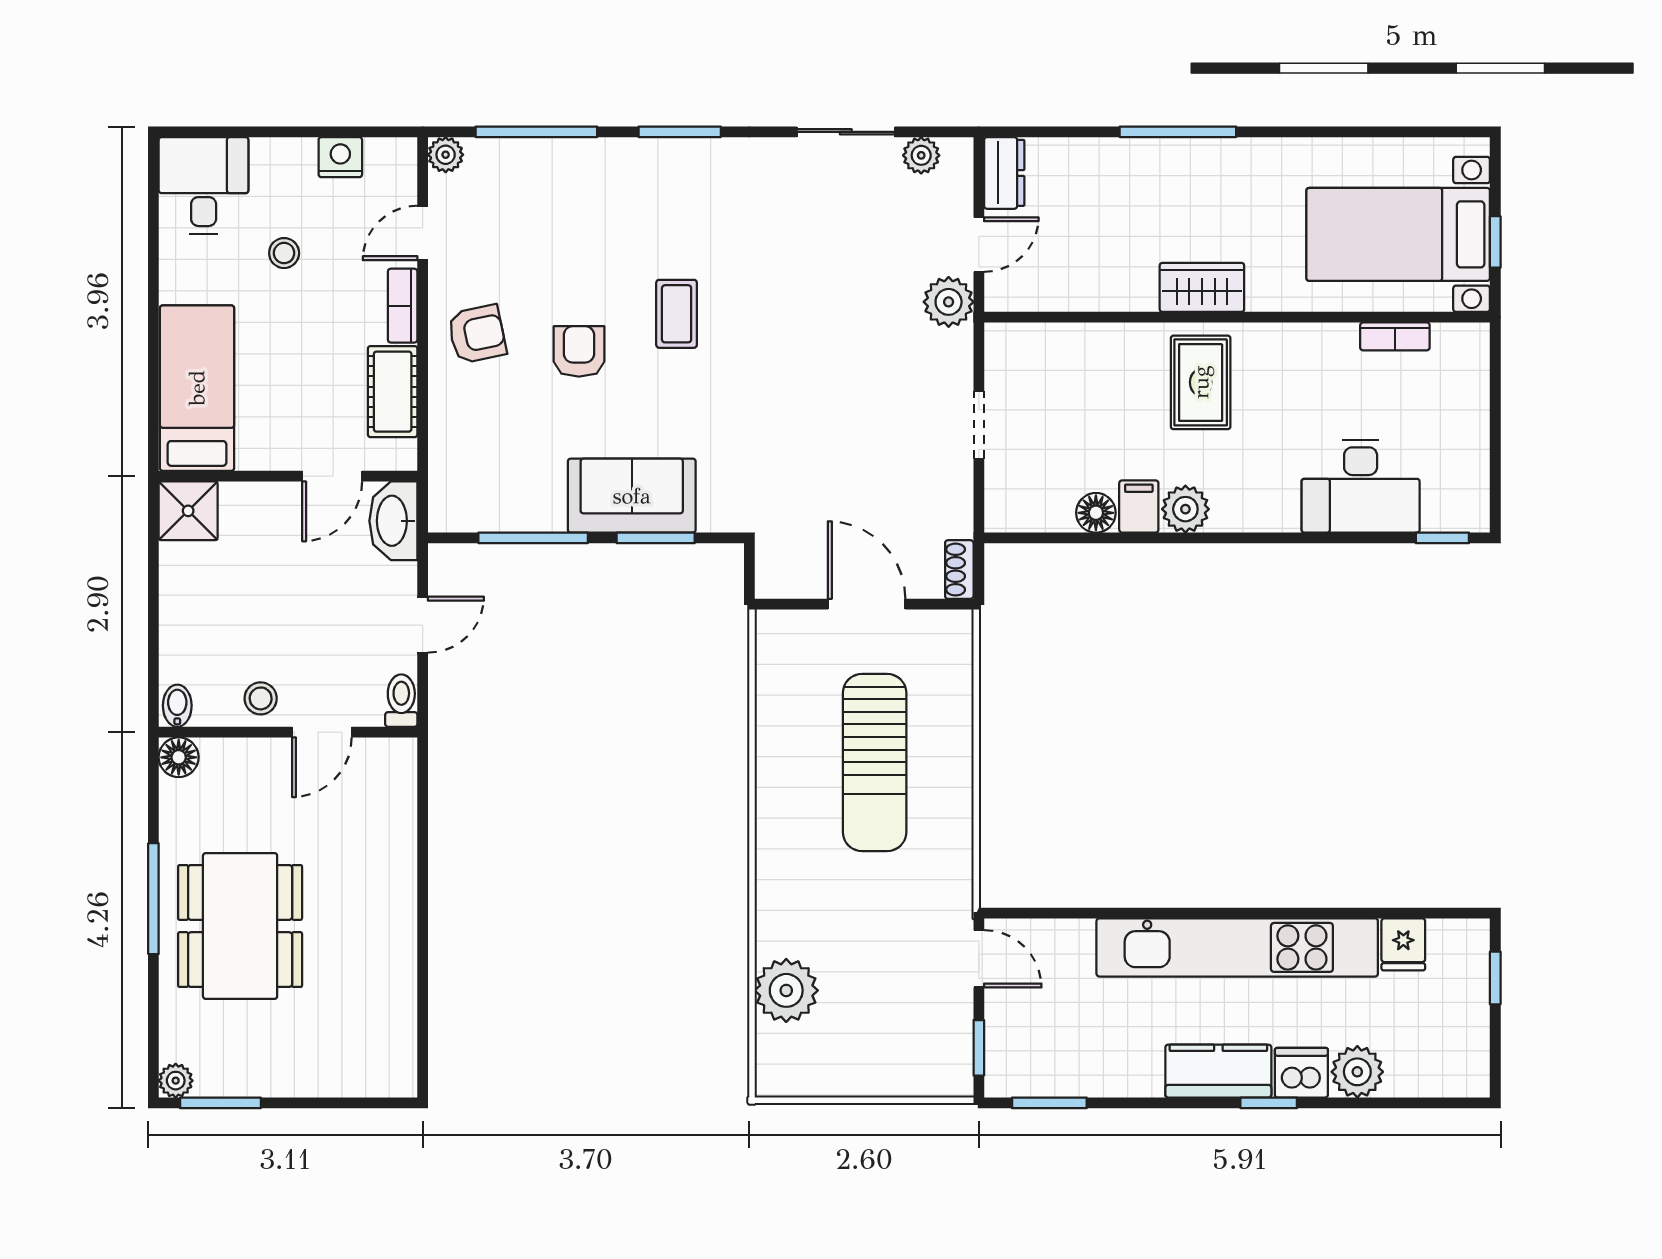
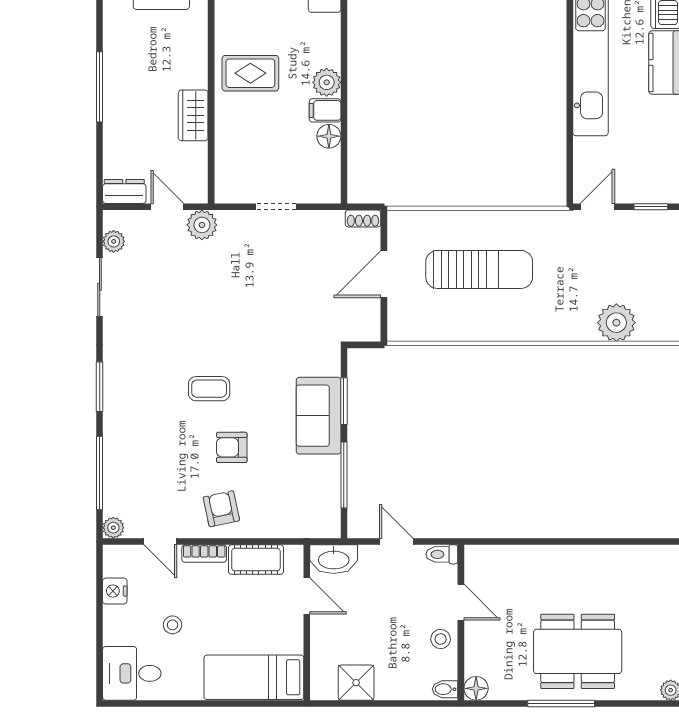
wardrobe: (1202, 287) -> (193, 115), moved
shower: (188, 511) -> (356, 683), moved

